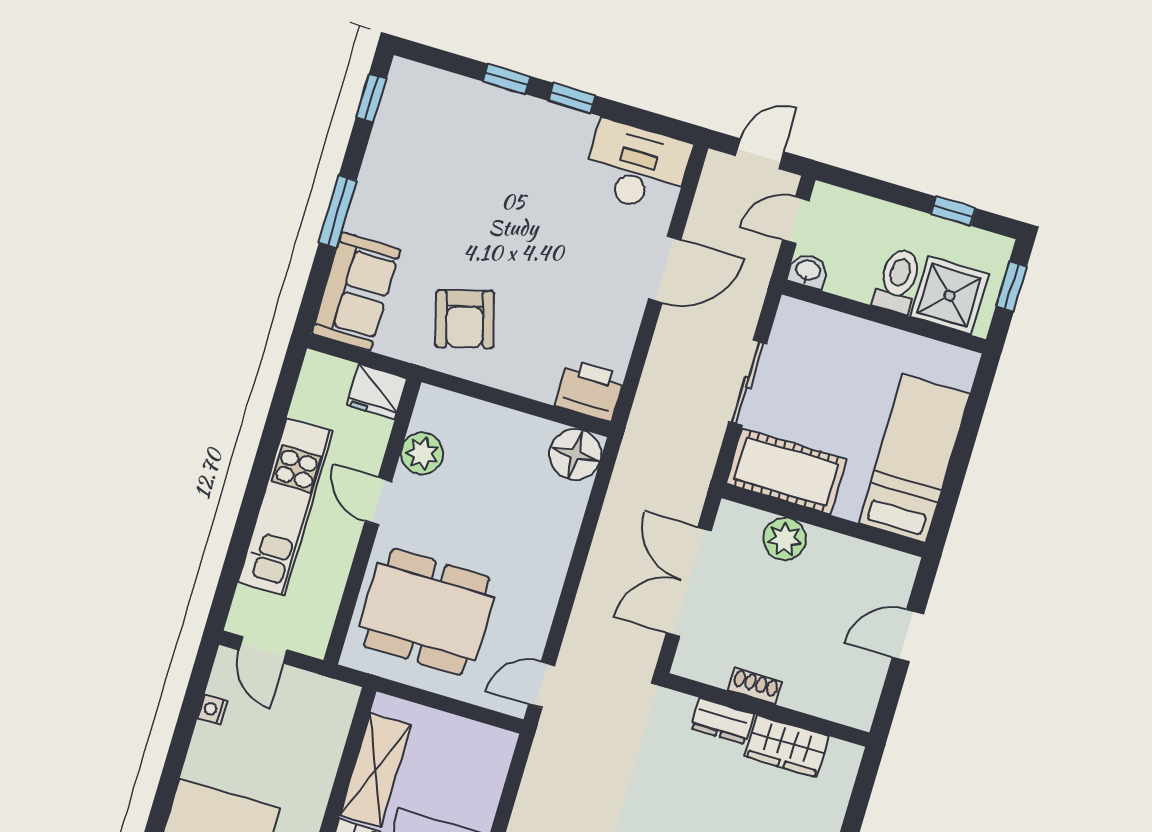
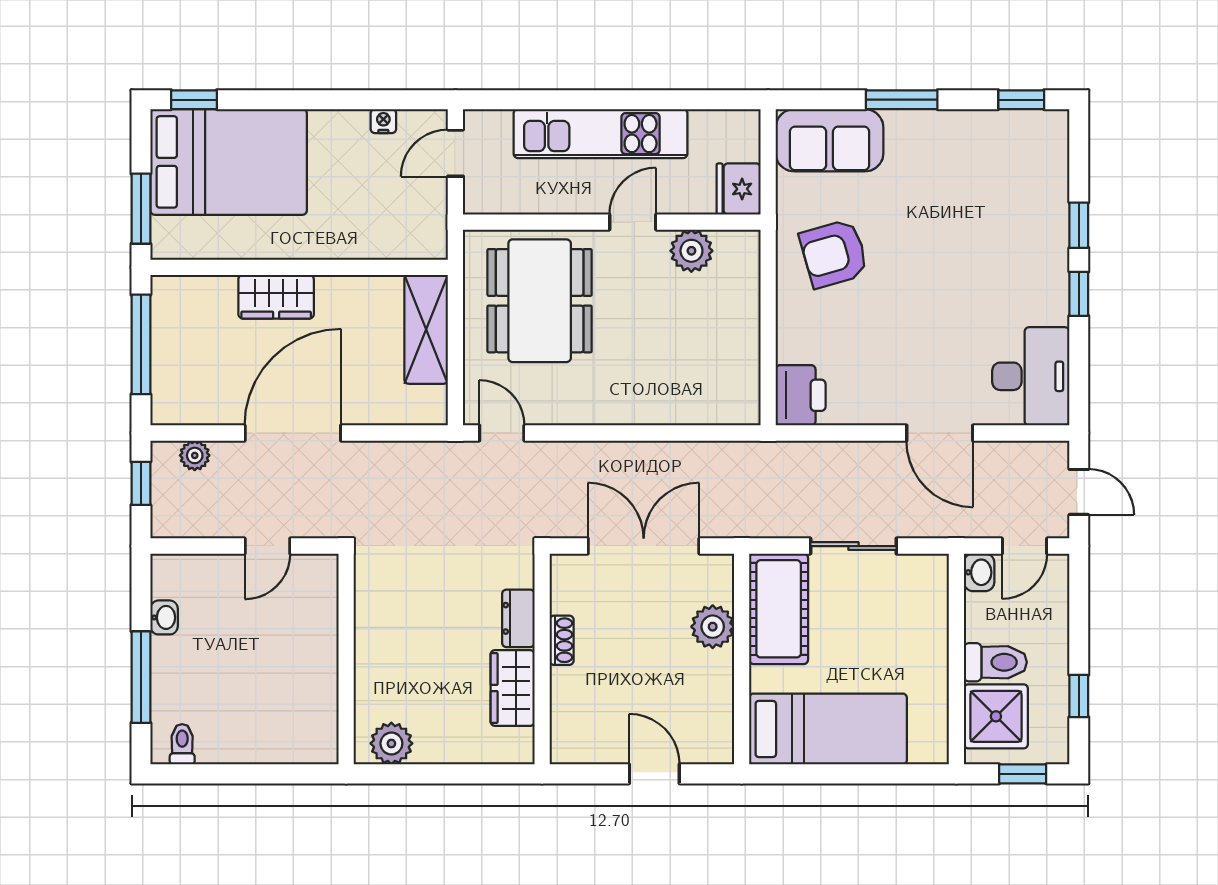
door: (796, 220) -> (1025, 546), swing flipped
floor lamp: (575, 454) -> (735, 400), removed
shelving: (376, 770) -> (426, 329), moved, turned 90

